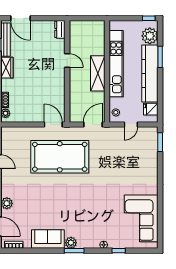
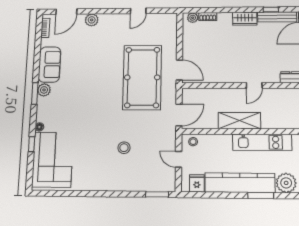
kitchen unit: (116, 64) -> (262, 142), width x0.73
door: (53, 125) -> (179, 70), hinge flipped
door: (93, 125) -> (179, 115), hinge flipped
stool: (121, 171) -> (124, 148), added
corner sofa: (141, 218) -> (53, 160), moved, turned 90

